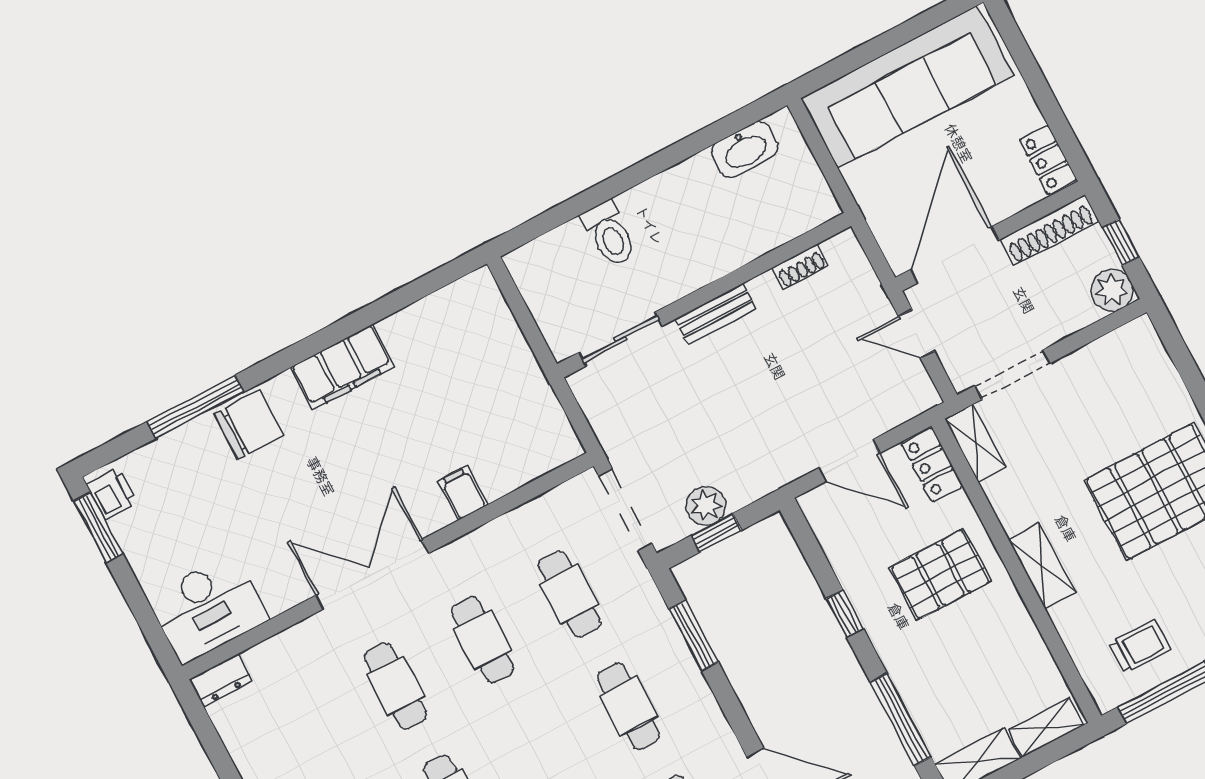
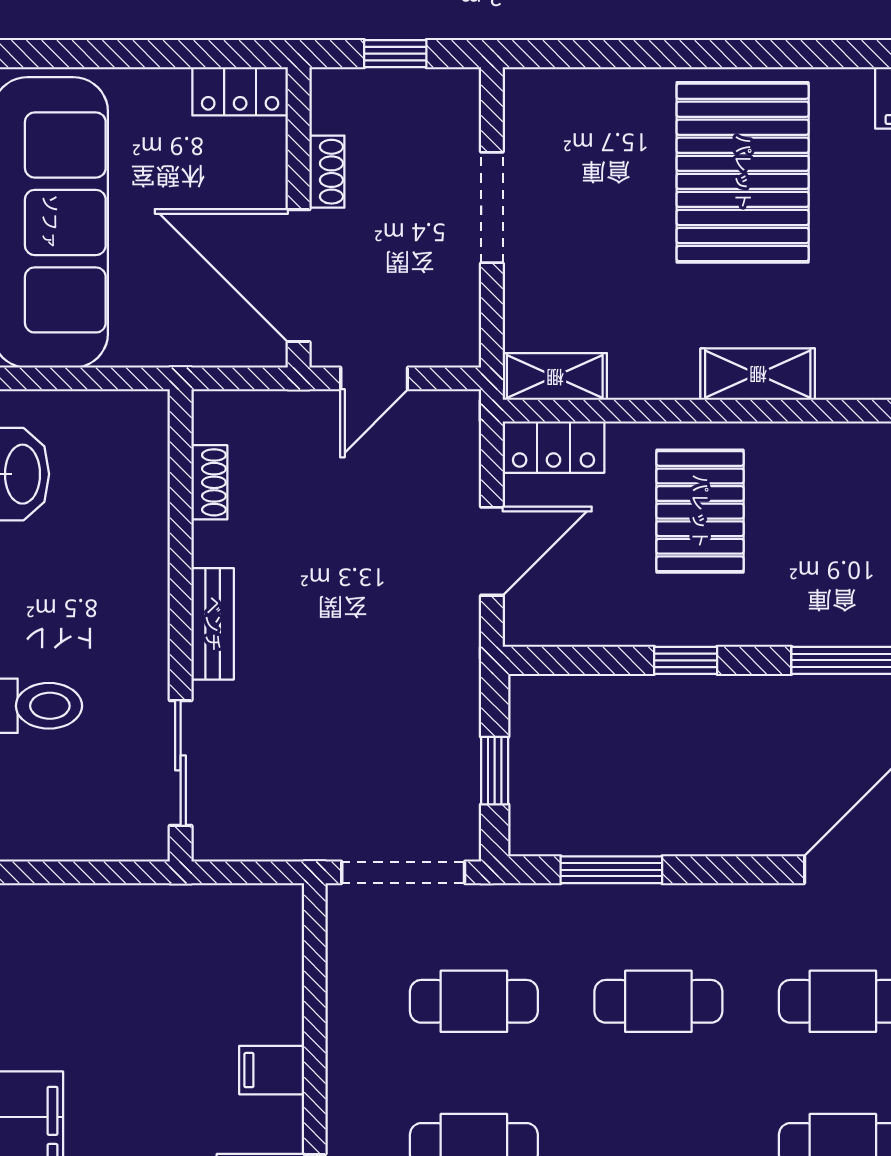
shoe rack: (1049, 230) -> (327, 172), width x0.51, depth x0.81
plant: (1112, 290) -> (451, 97), removed
doorway: (1012, 375) -> (492, 207), moved
plant: (706, 506) -> (453, 766), removed

